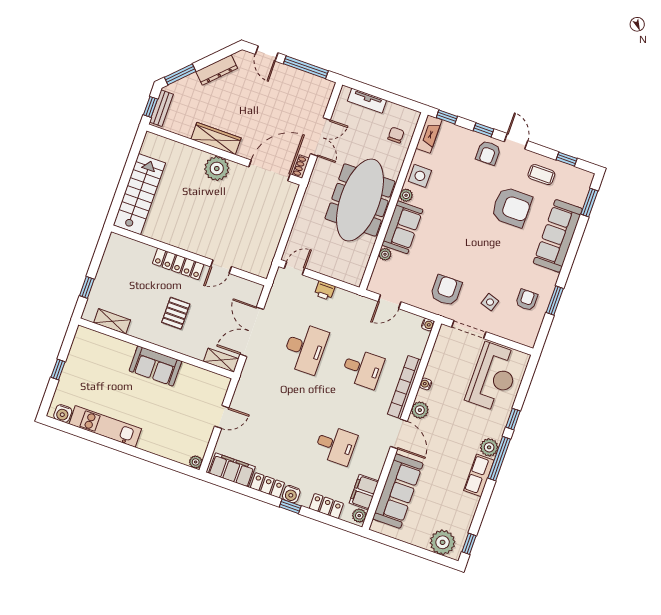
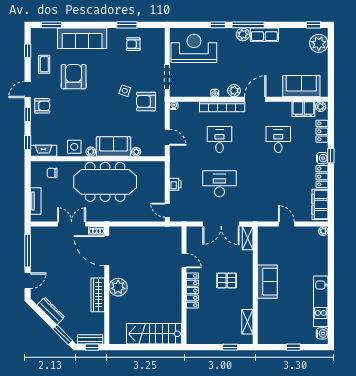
side table: (490, 302) -> (125, 91), moved
sofa: (398, 491) -> (301, 86), width x0.73

